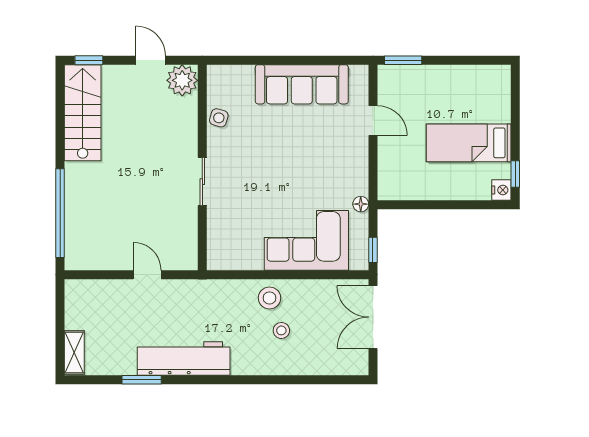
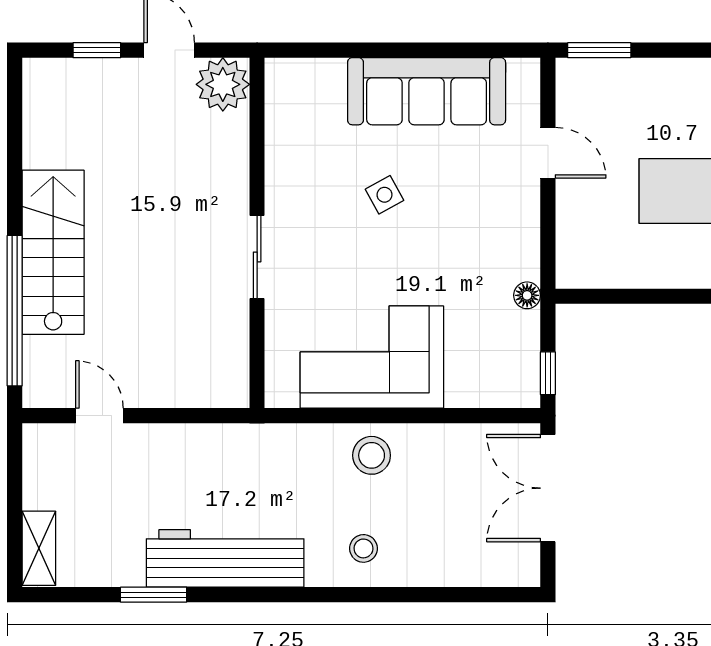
window: (89, 60) -> (97, 50), moved
stairs: (83, 113) -> (53, 252), moved
side table: (219, 118) -> (384, 195), moved, turned 45
corner sofa: (306, 240) -> (372, 357), moved
door: (147, 275) -> (99, 416), moved
stool: (281, 330) -> (363, 548), moved

